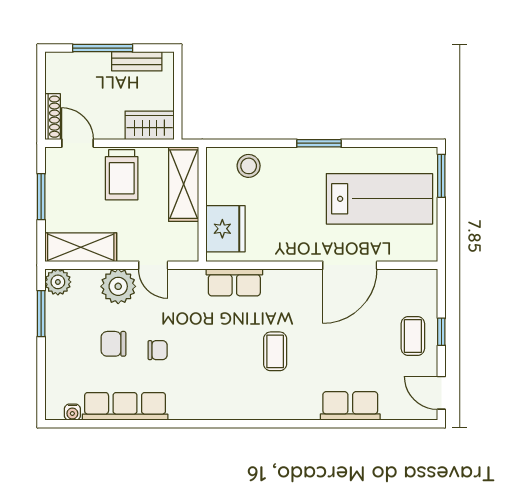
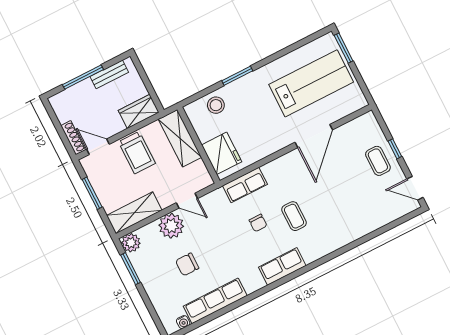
window: (319, 143) -> (237, 76), moved
chair: (158, 350) -> (258, 223), moved, turned 90
row of seats: (350, 406) -> (282, 266), moved

